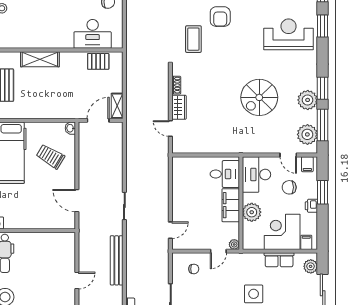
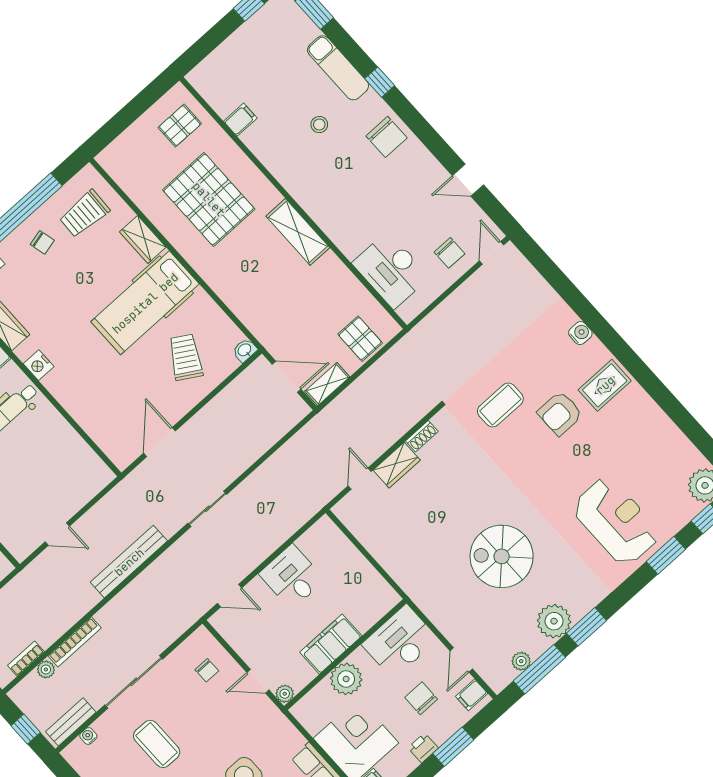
pallet: (98, 61) -> (360, 339), moved
plant: (307, 134) -> (521, 661), width x0.53, depth x0.53
desk: (225, 174) -> (292, 577), moved, turned 180

